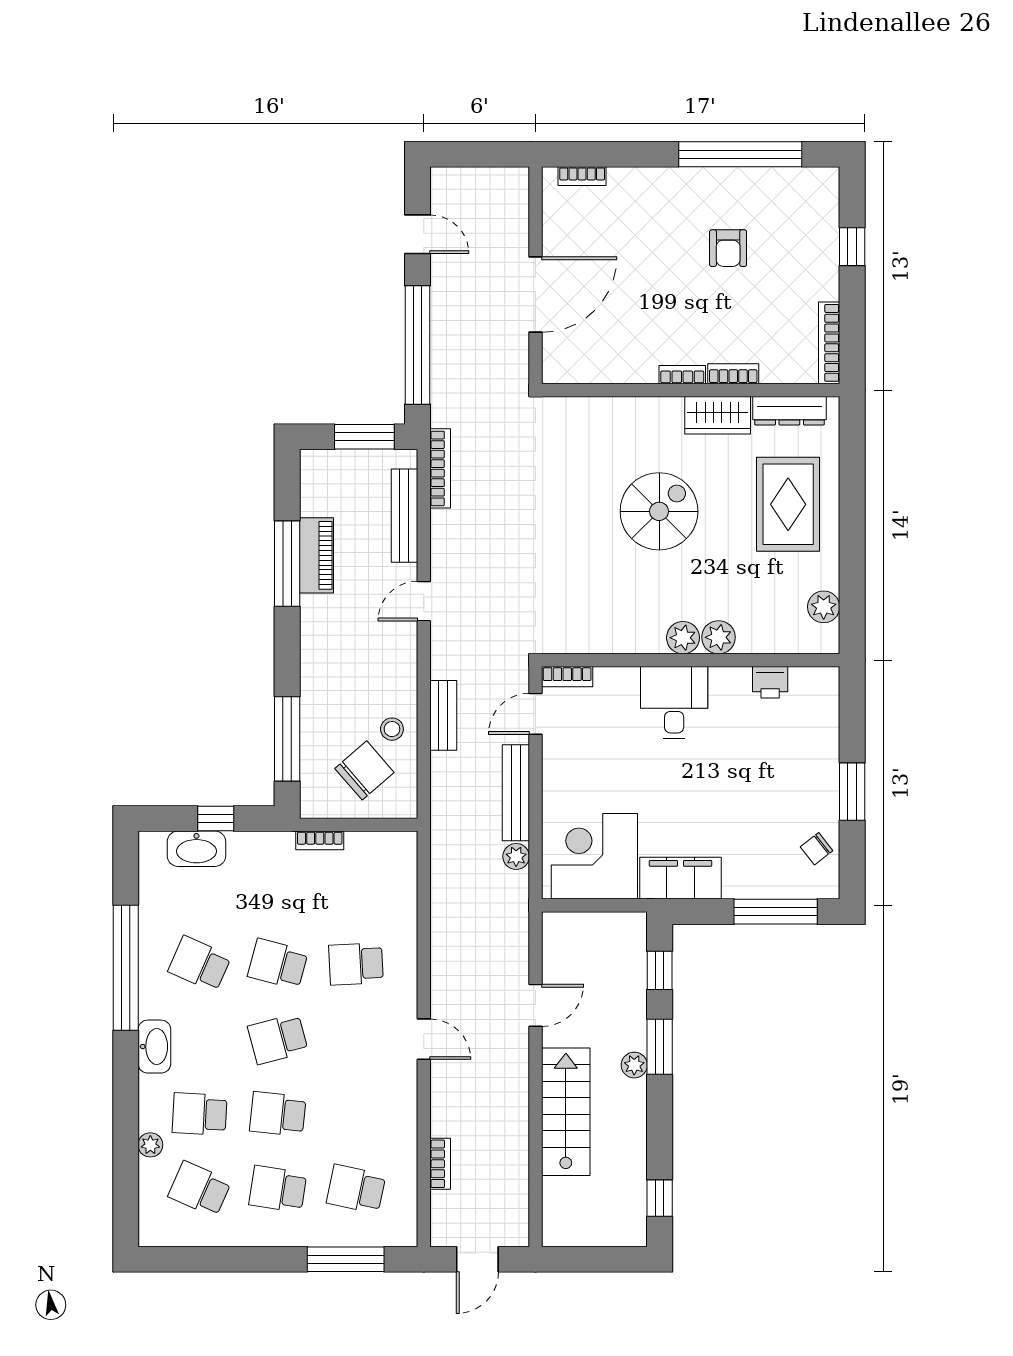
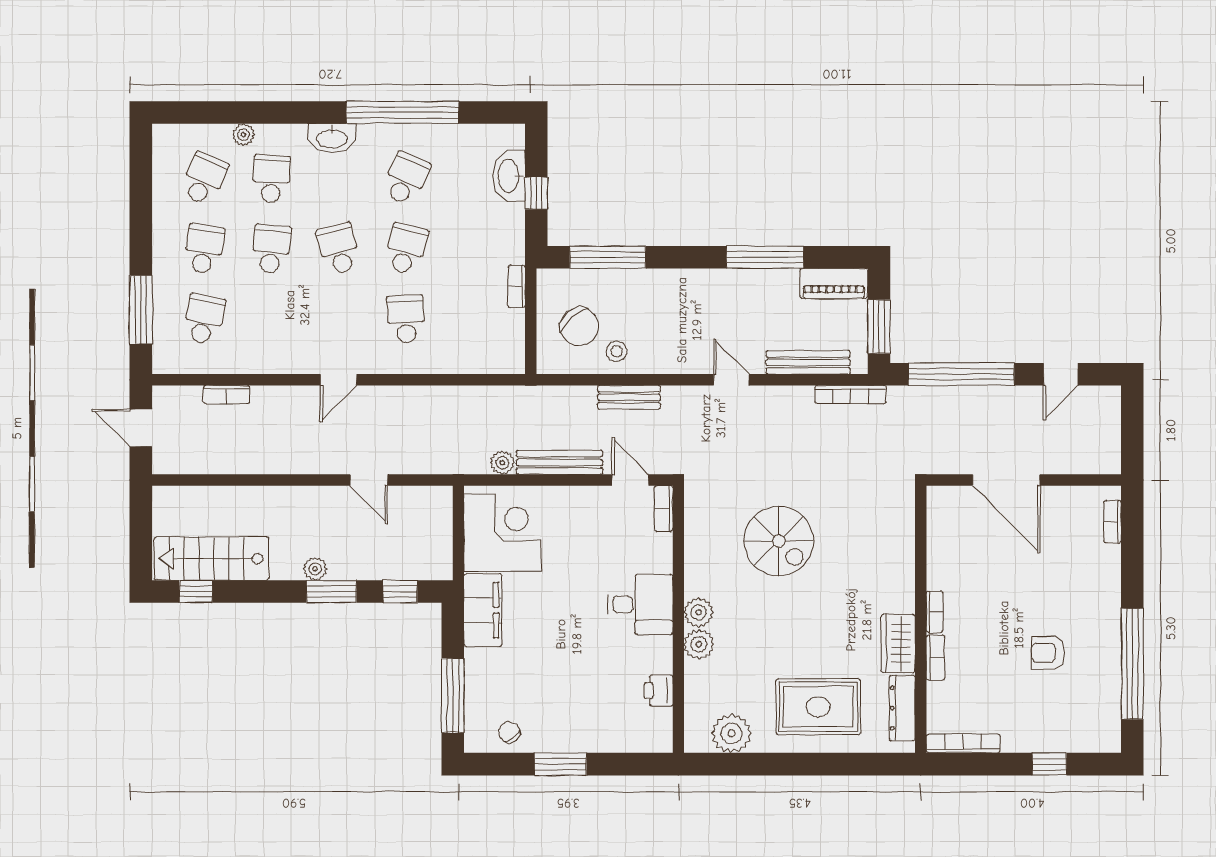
spiral stairs: (659, 511) -> (779, 541), moved
piano: (316, 555) -> (834, 283), moved
plant: (824, 607) -> (731, 733), width x1.36, depth x1.36
stairs: (566, 1112) -> (212, 559), moved, turned 180

